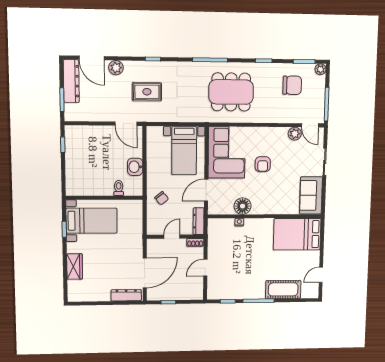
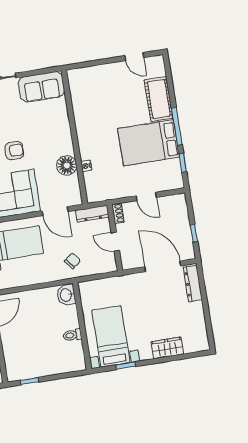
washbasin: (135, 167) -> (66, 295), moved, turned 90
toilet: (119, 188) -> (72, 335), moved
bed: (297, 234) -> (149, 143), moved, turned 90

